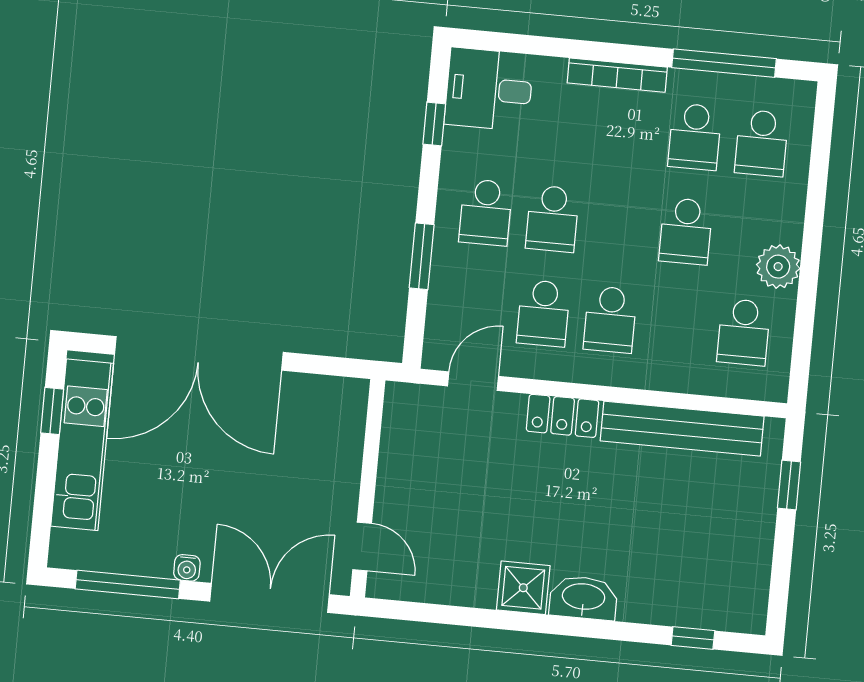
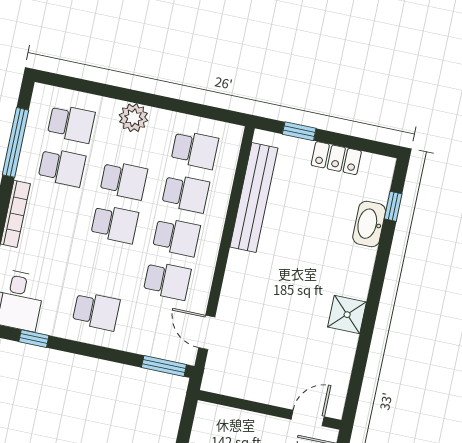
school desk: (552, 219) -> (115, 224), moved
window: (422, 256) -> (164, 366), moved
plant: (778, 267) -> (133, 118), moved
school desk: (677, 326) -> (186, 193), added
locker: (563, 416) -> (336, 158), moved, turned 90
washbasin: (583, 598) -> (369, 224), moved

